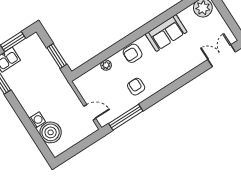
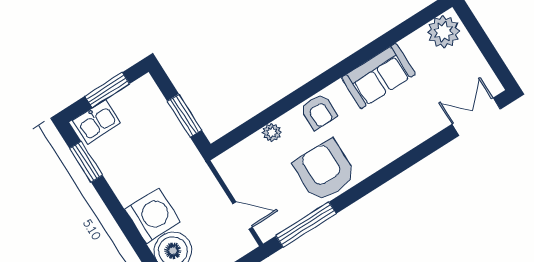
armchair: (133, 53) -> (319, 112), turned -90
armchair: (136, 87) -> (325, 171), width x1.88, depth x1.88
washing machine: (37, 120) -> (152, 216), width x1.89, depth x1.89

